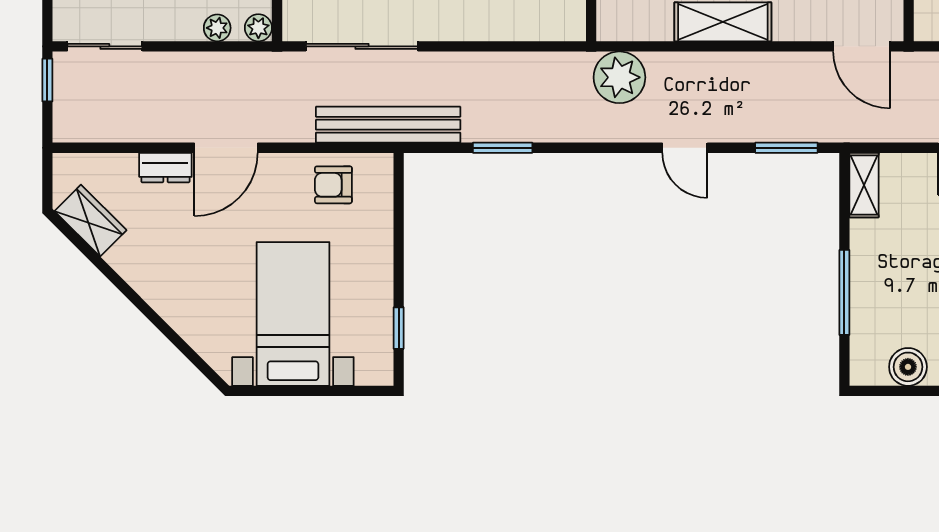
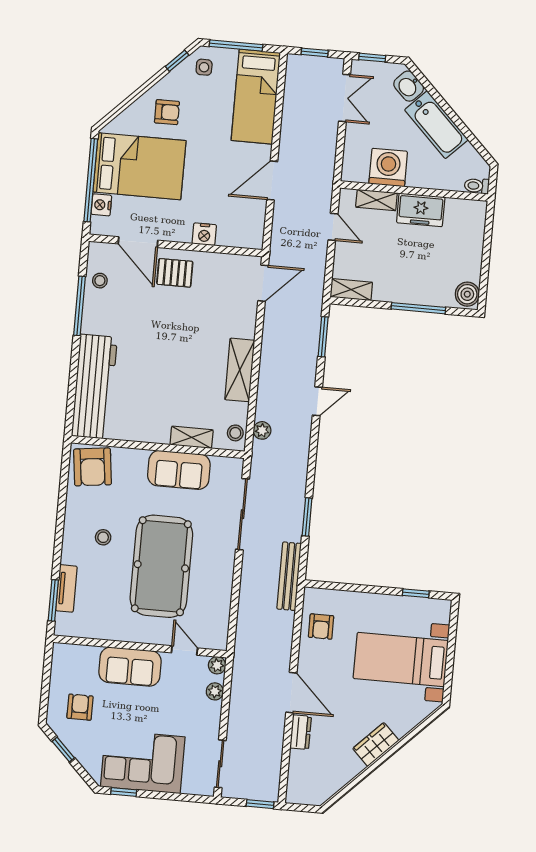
stool: (624, 24) -> (235, 433), added
sliding door: (362, 46) -> (242, 514), moved
plant: (619, 77) -> (262, 430), width x0.53, depth x0.53
window: (47, 80) -> (260, 804), moved
bench: (388, 125) -> (289, 576), width x0.73, depth x0.82
wardrobe: (91, 221) -> (376, 745), moved
boiler: (908, 367) -> (467, 294), moved

